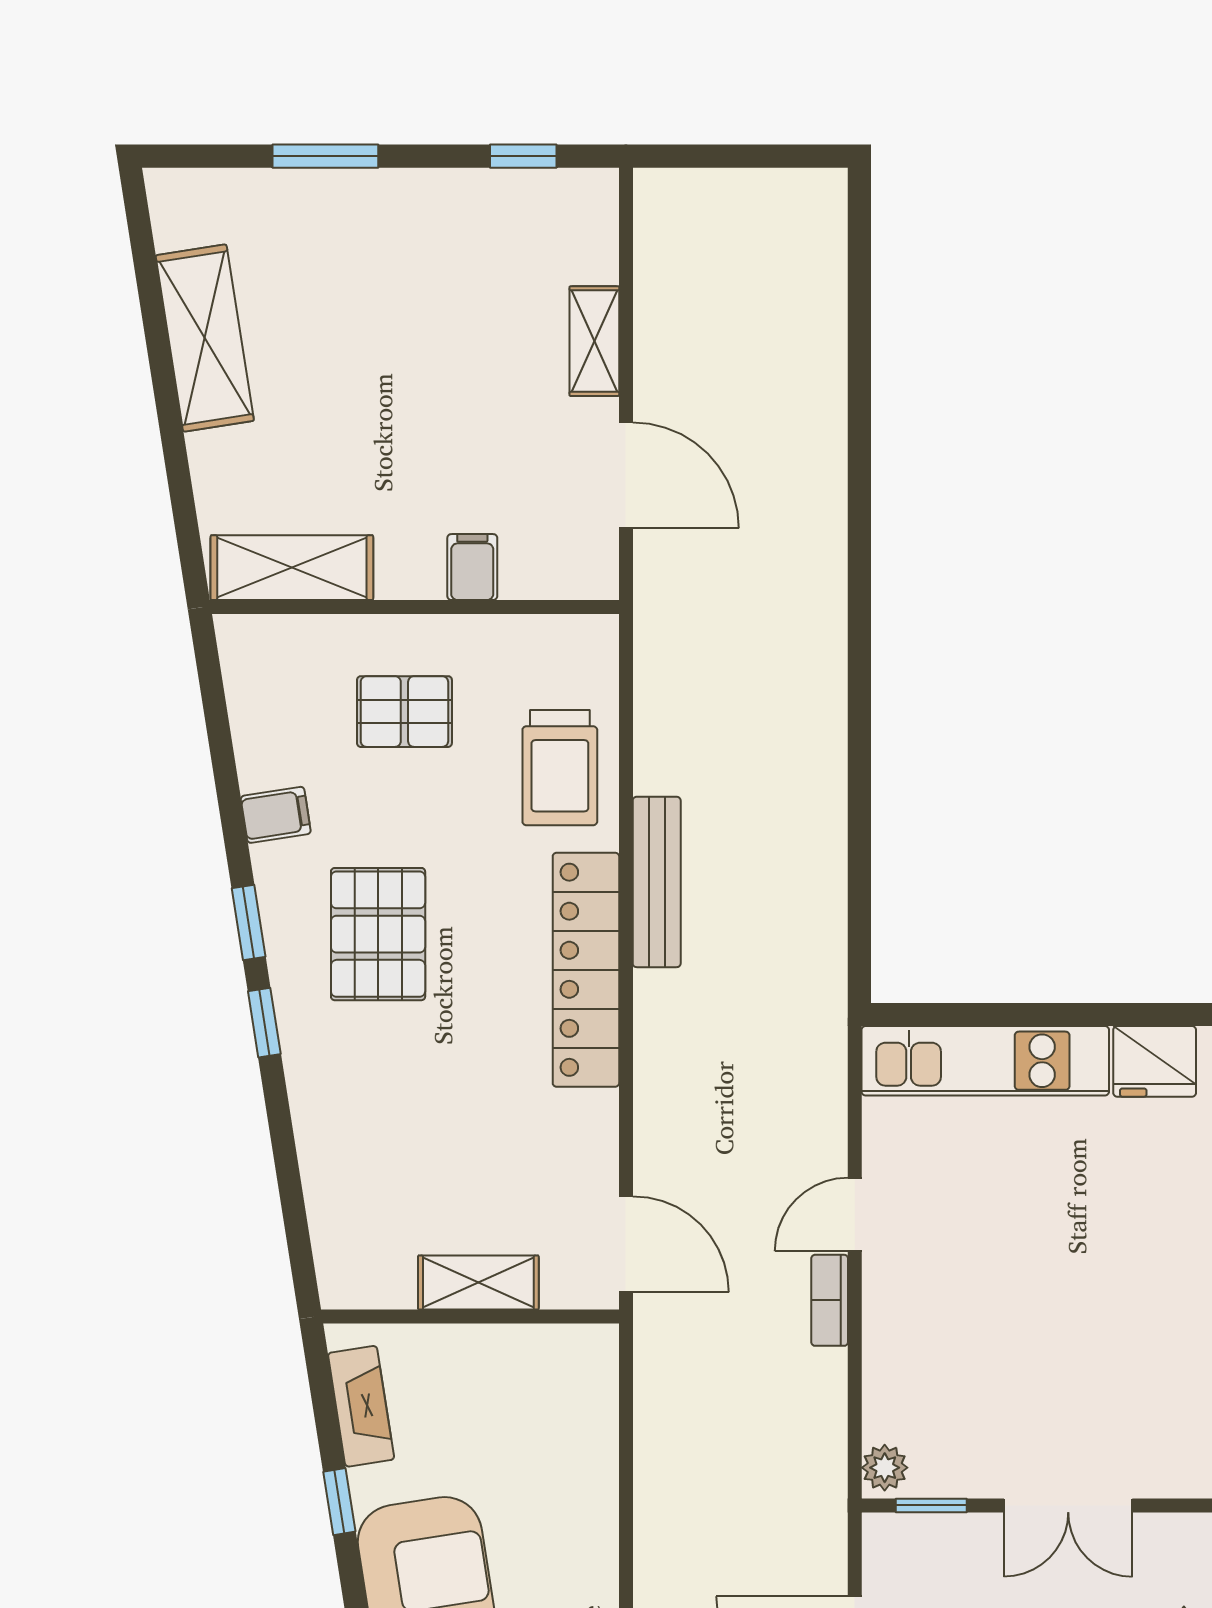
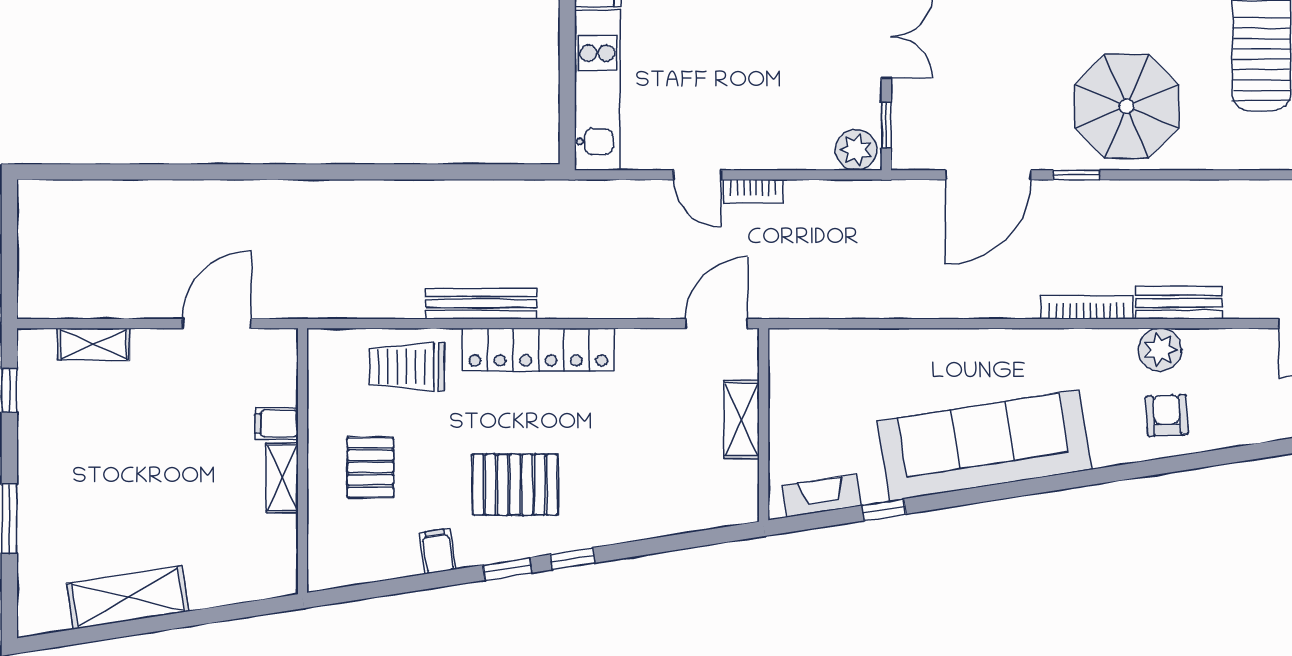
shelving: (594, 341) -> (94, 344), moved
shelving: (292, 568) -> (282, 478), moved, width x0.67, depth x0.75
trolley: (560, 768) -> (407, 367), turned 180
plant: (885, 1468) -> (856, 150), width x1.38, depth x1.38

